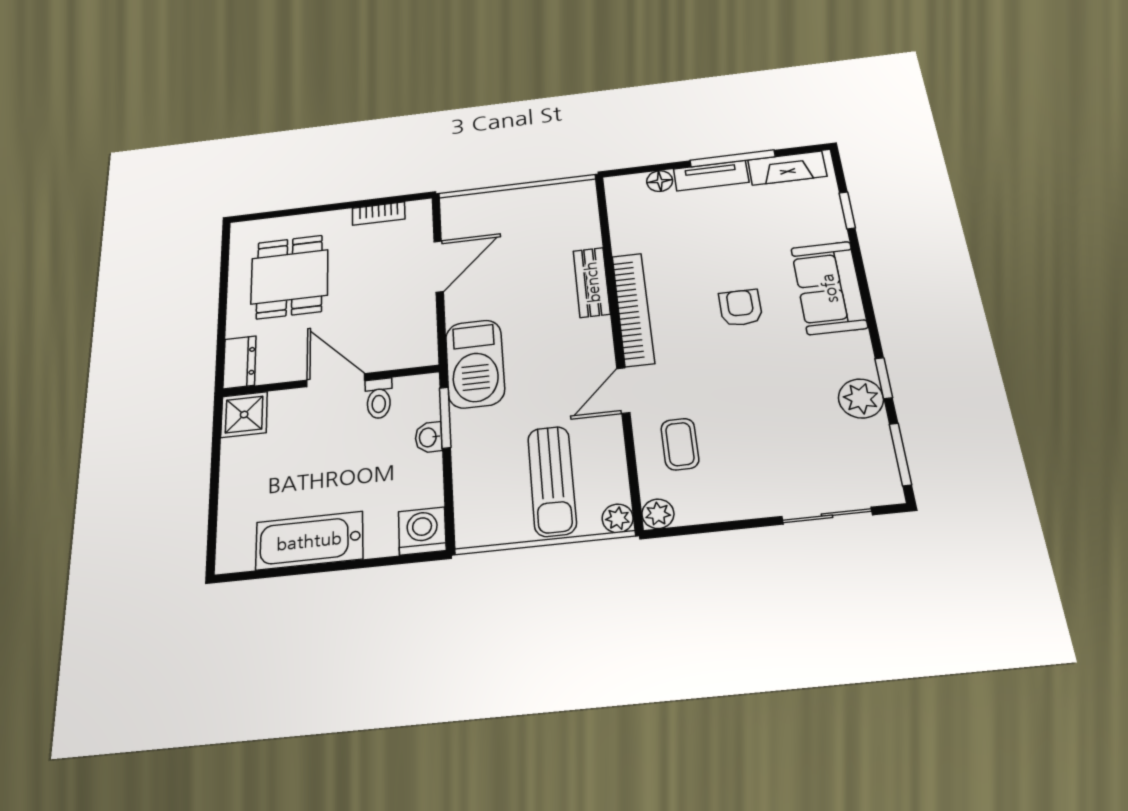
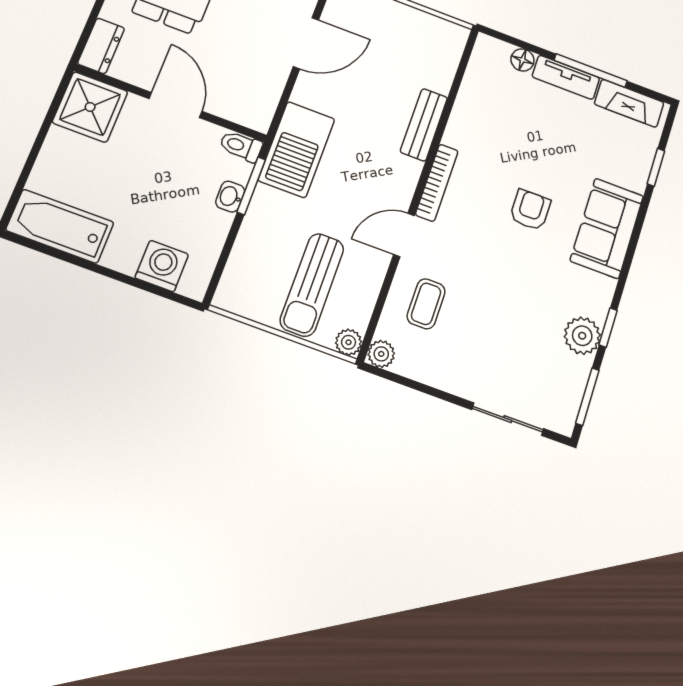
bookcase: (633, 309) -> (437, 183), width x0.68, depth x0.76
toilet: (379, 398) -> (241, 146), moved, turned 90
shower: (244, 415) -> (90, 107), width x1.36, depth x1.36
washing machine: (422, 531) -> (162, 266), moved
bathtub: (309, 541) -> (60, 226), moved

